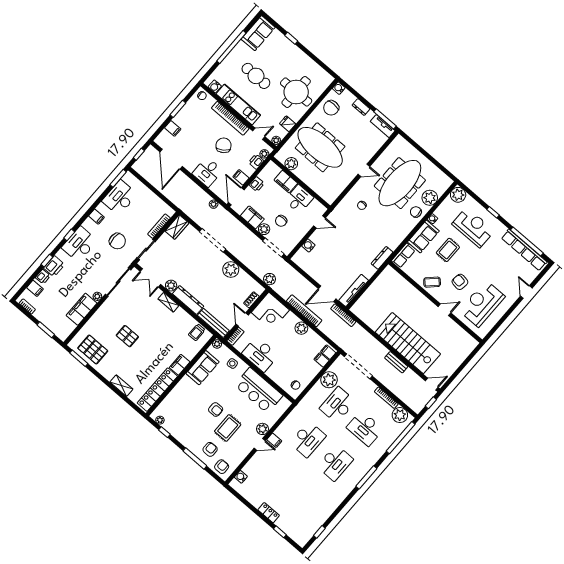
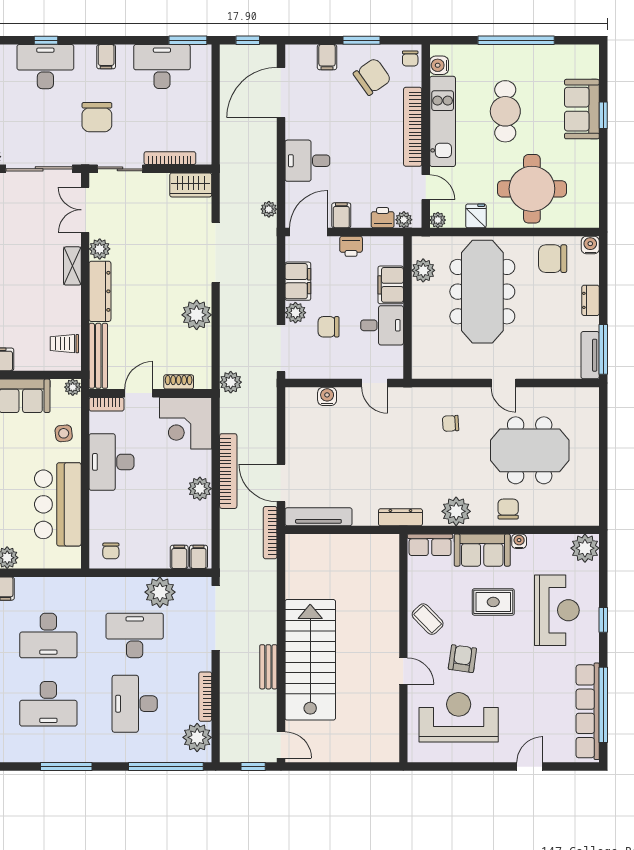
sofa: (258, 33) -> (582, 109), moved, turned 90
chair: (224, 145) -> (372, 77), moved
meeting table: (400, 183) -> (530, 450), width x0.73
plant: (430, 198) -> (456, 511), moved

